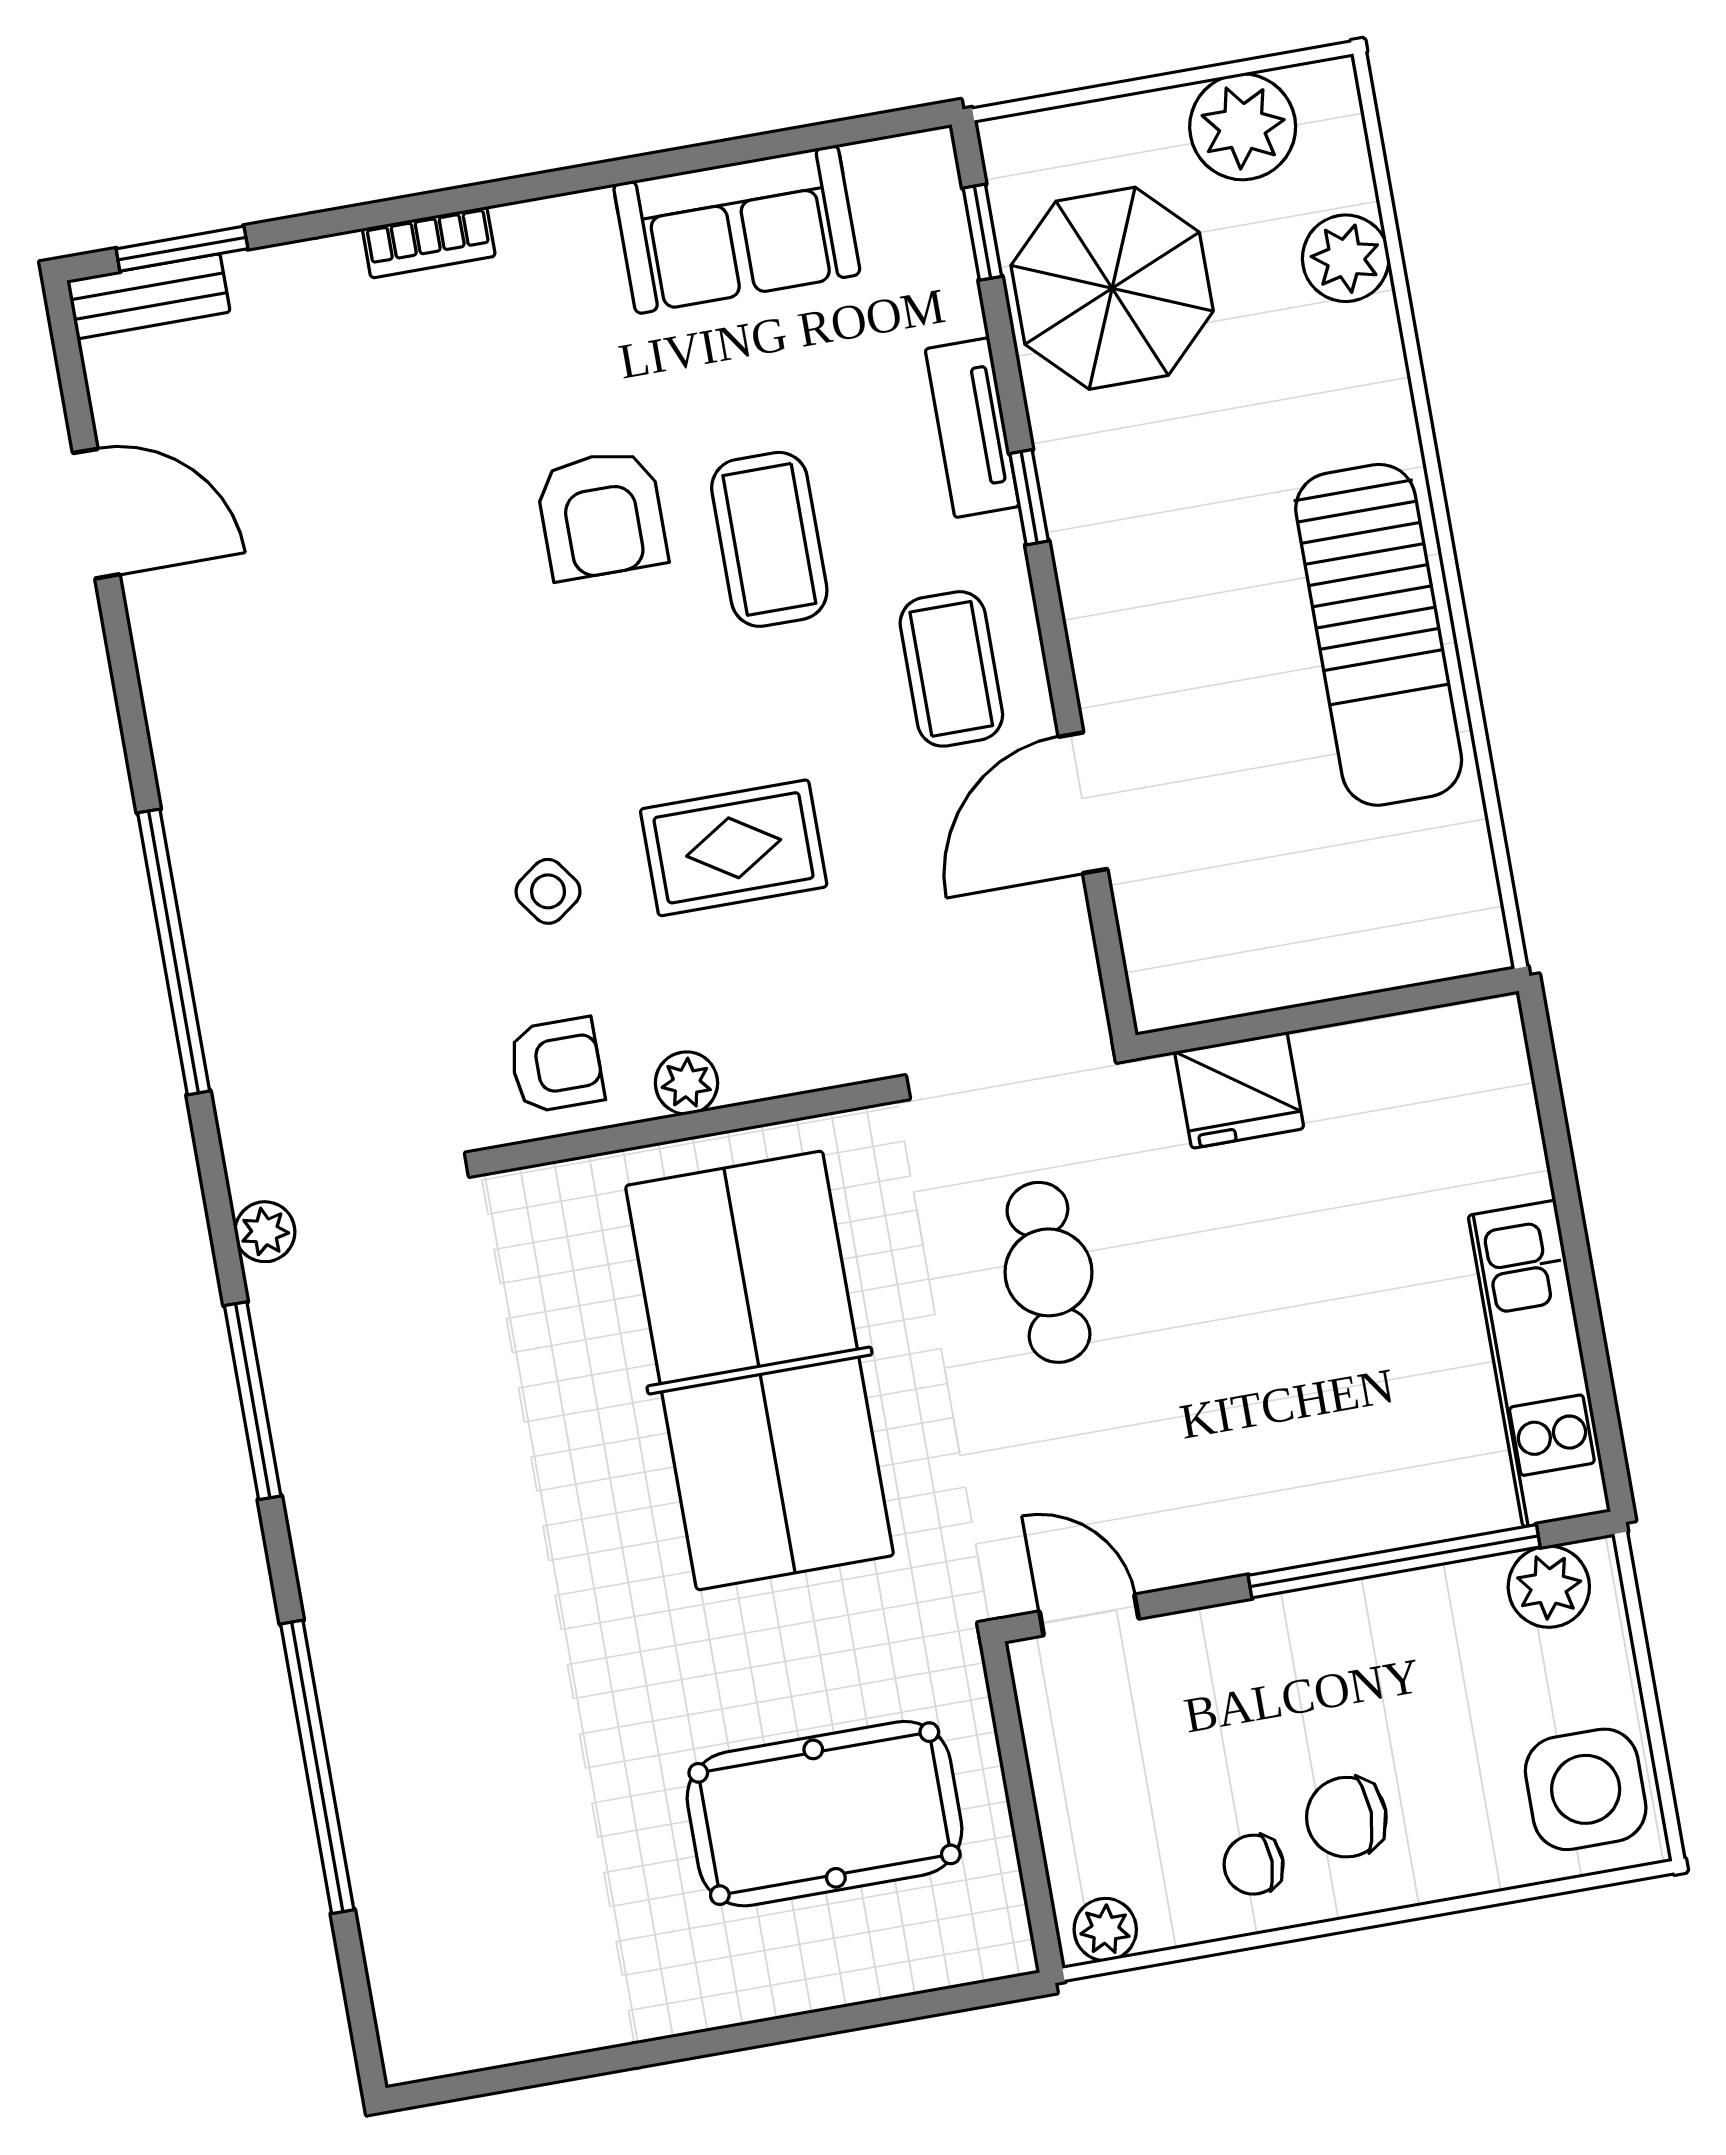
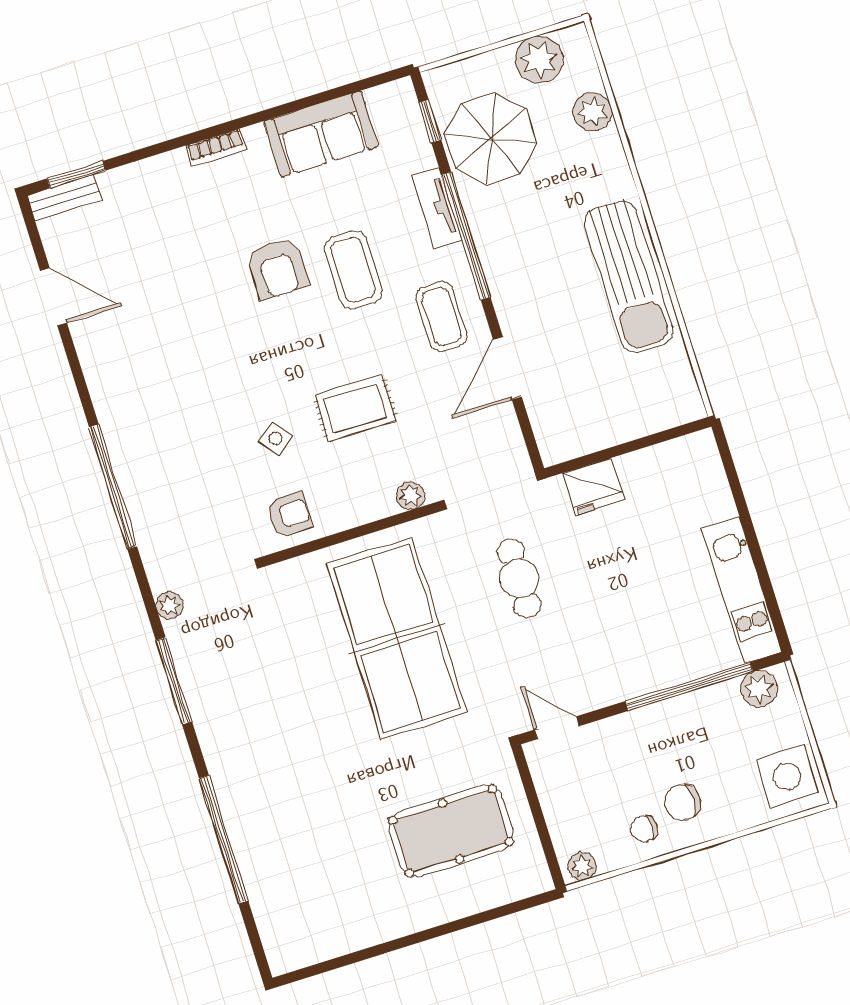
bookcase: (429, 242) -> (216, 148), moved
window: (1029, 497) -> (466, 236), width x3.17
plant: (686, 1083) -> (410, 496), moved

